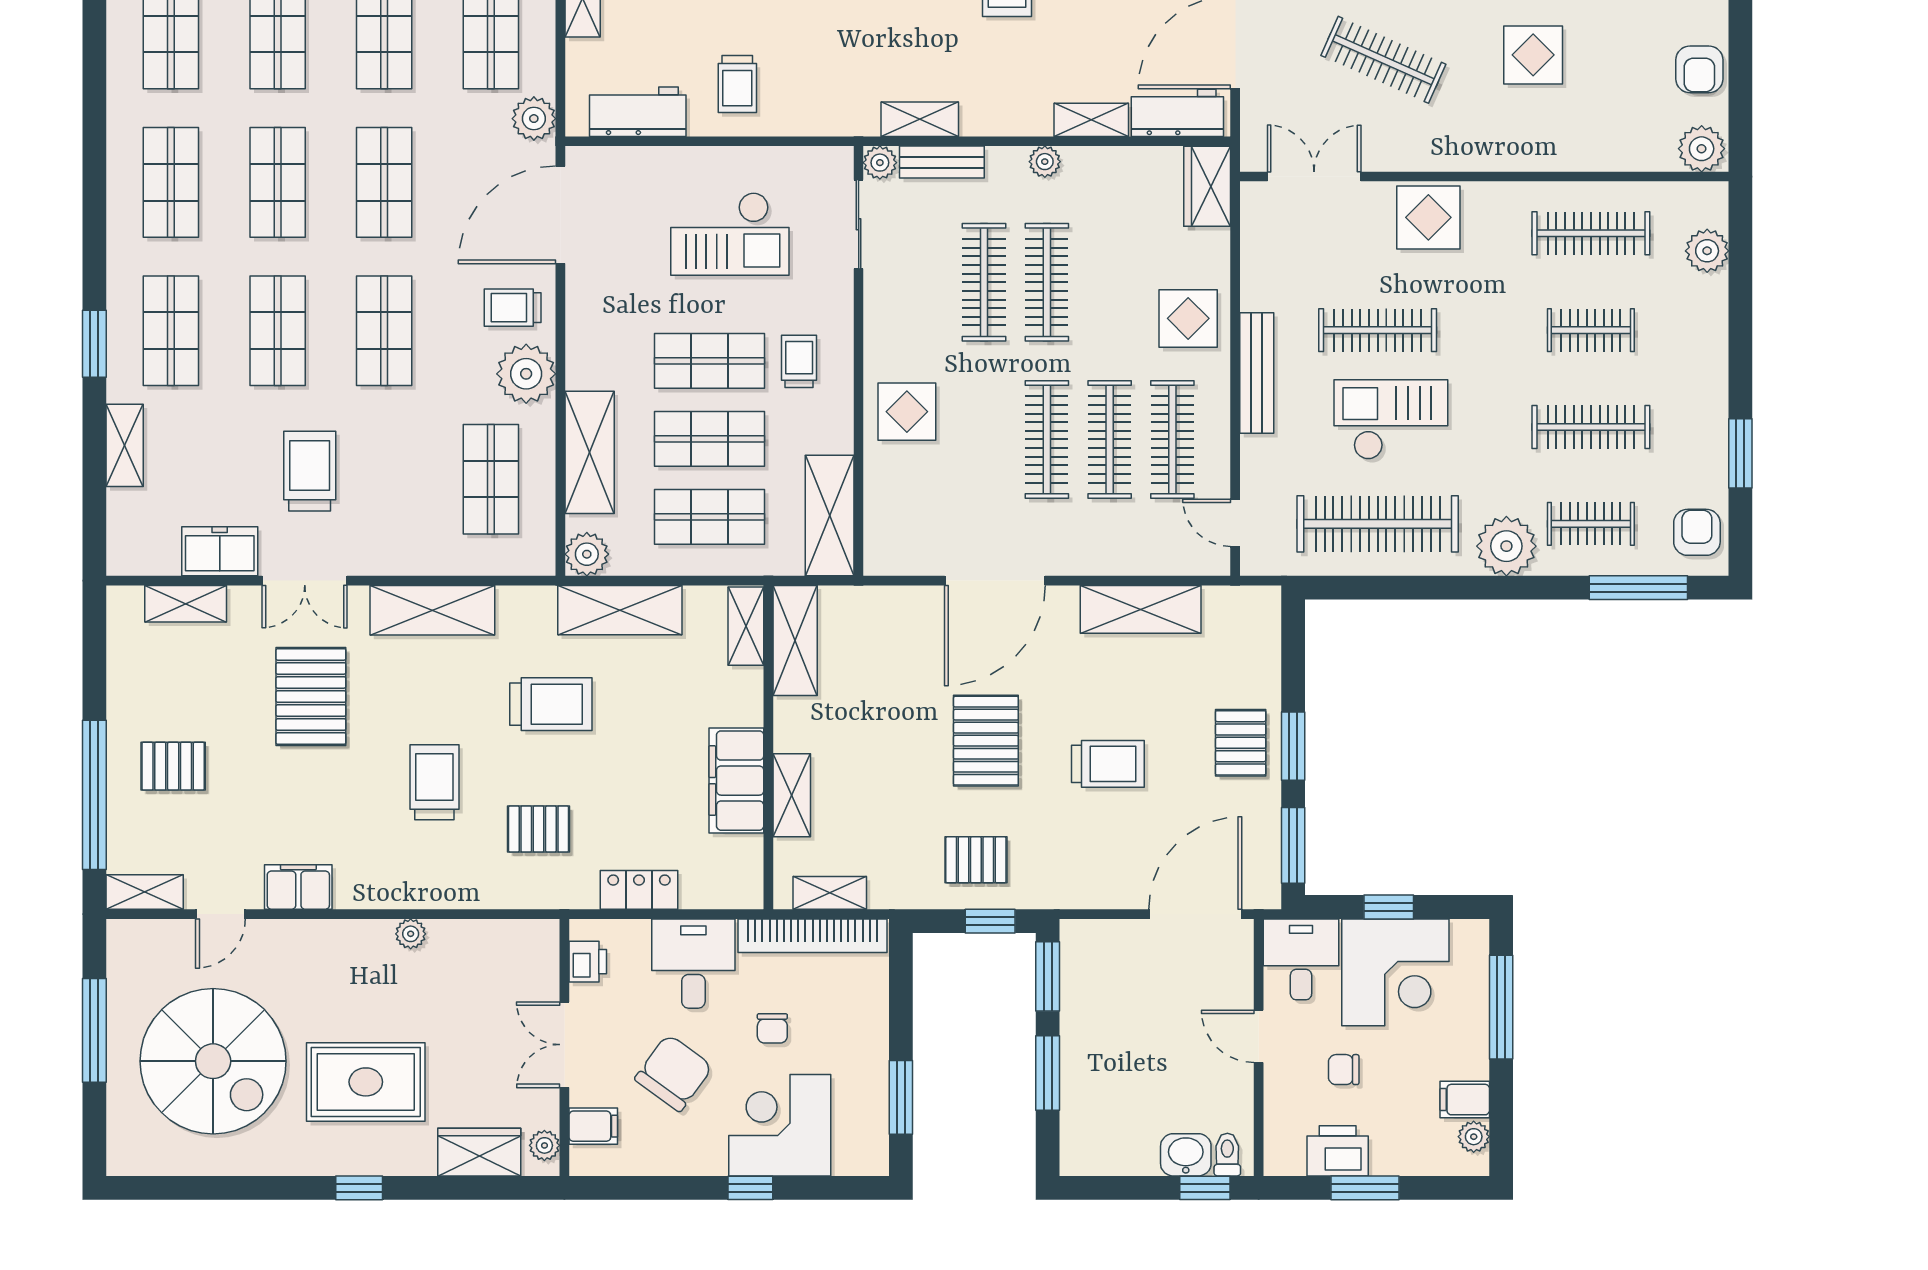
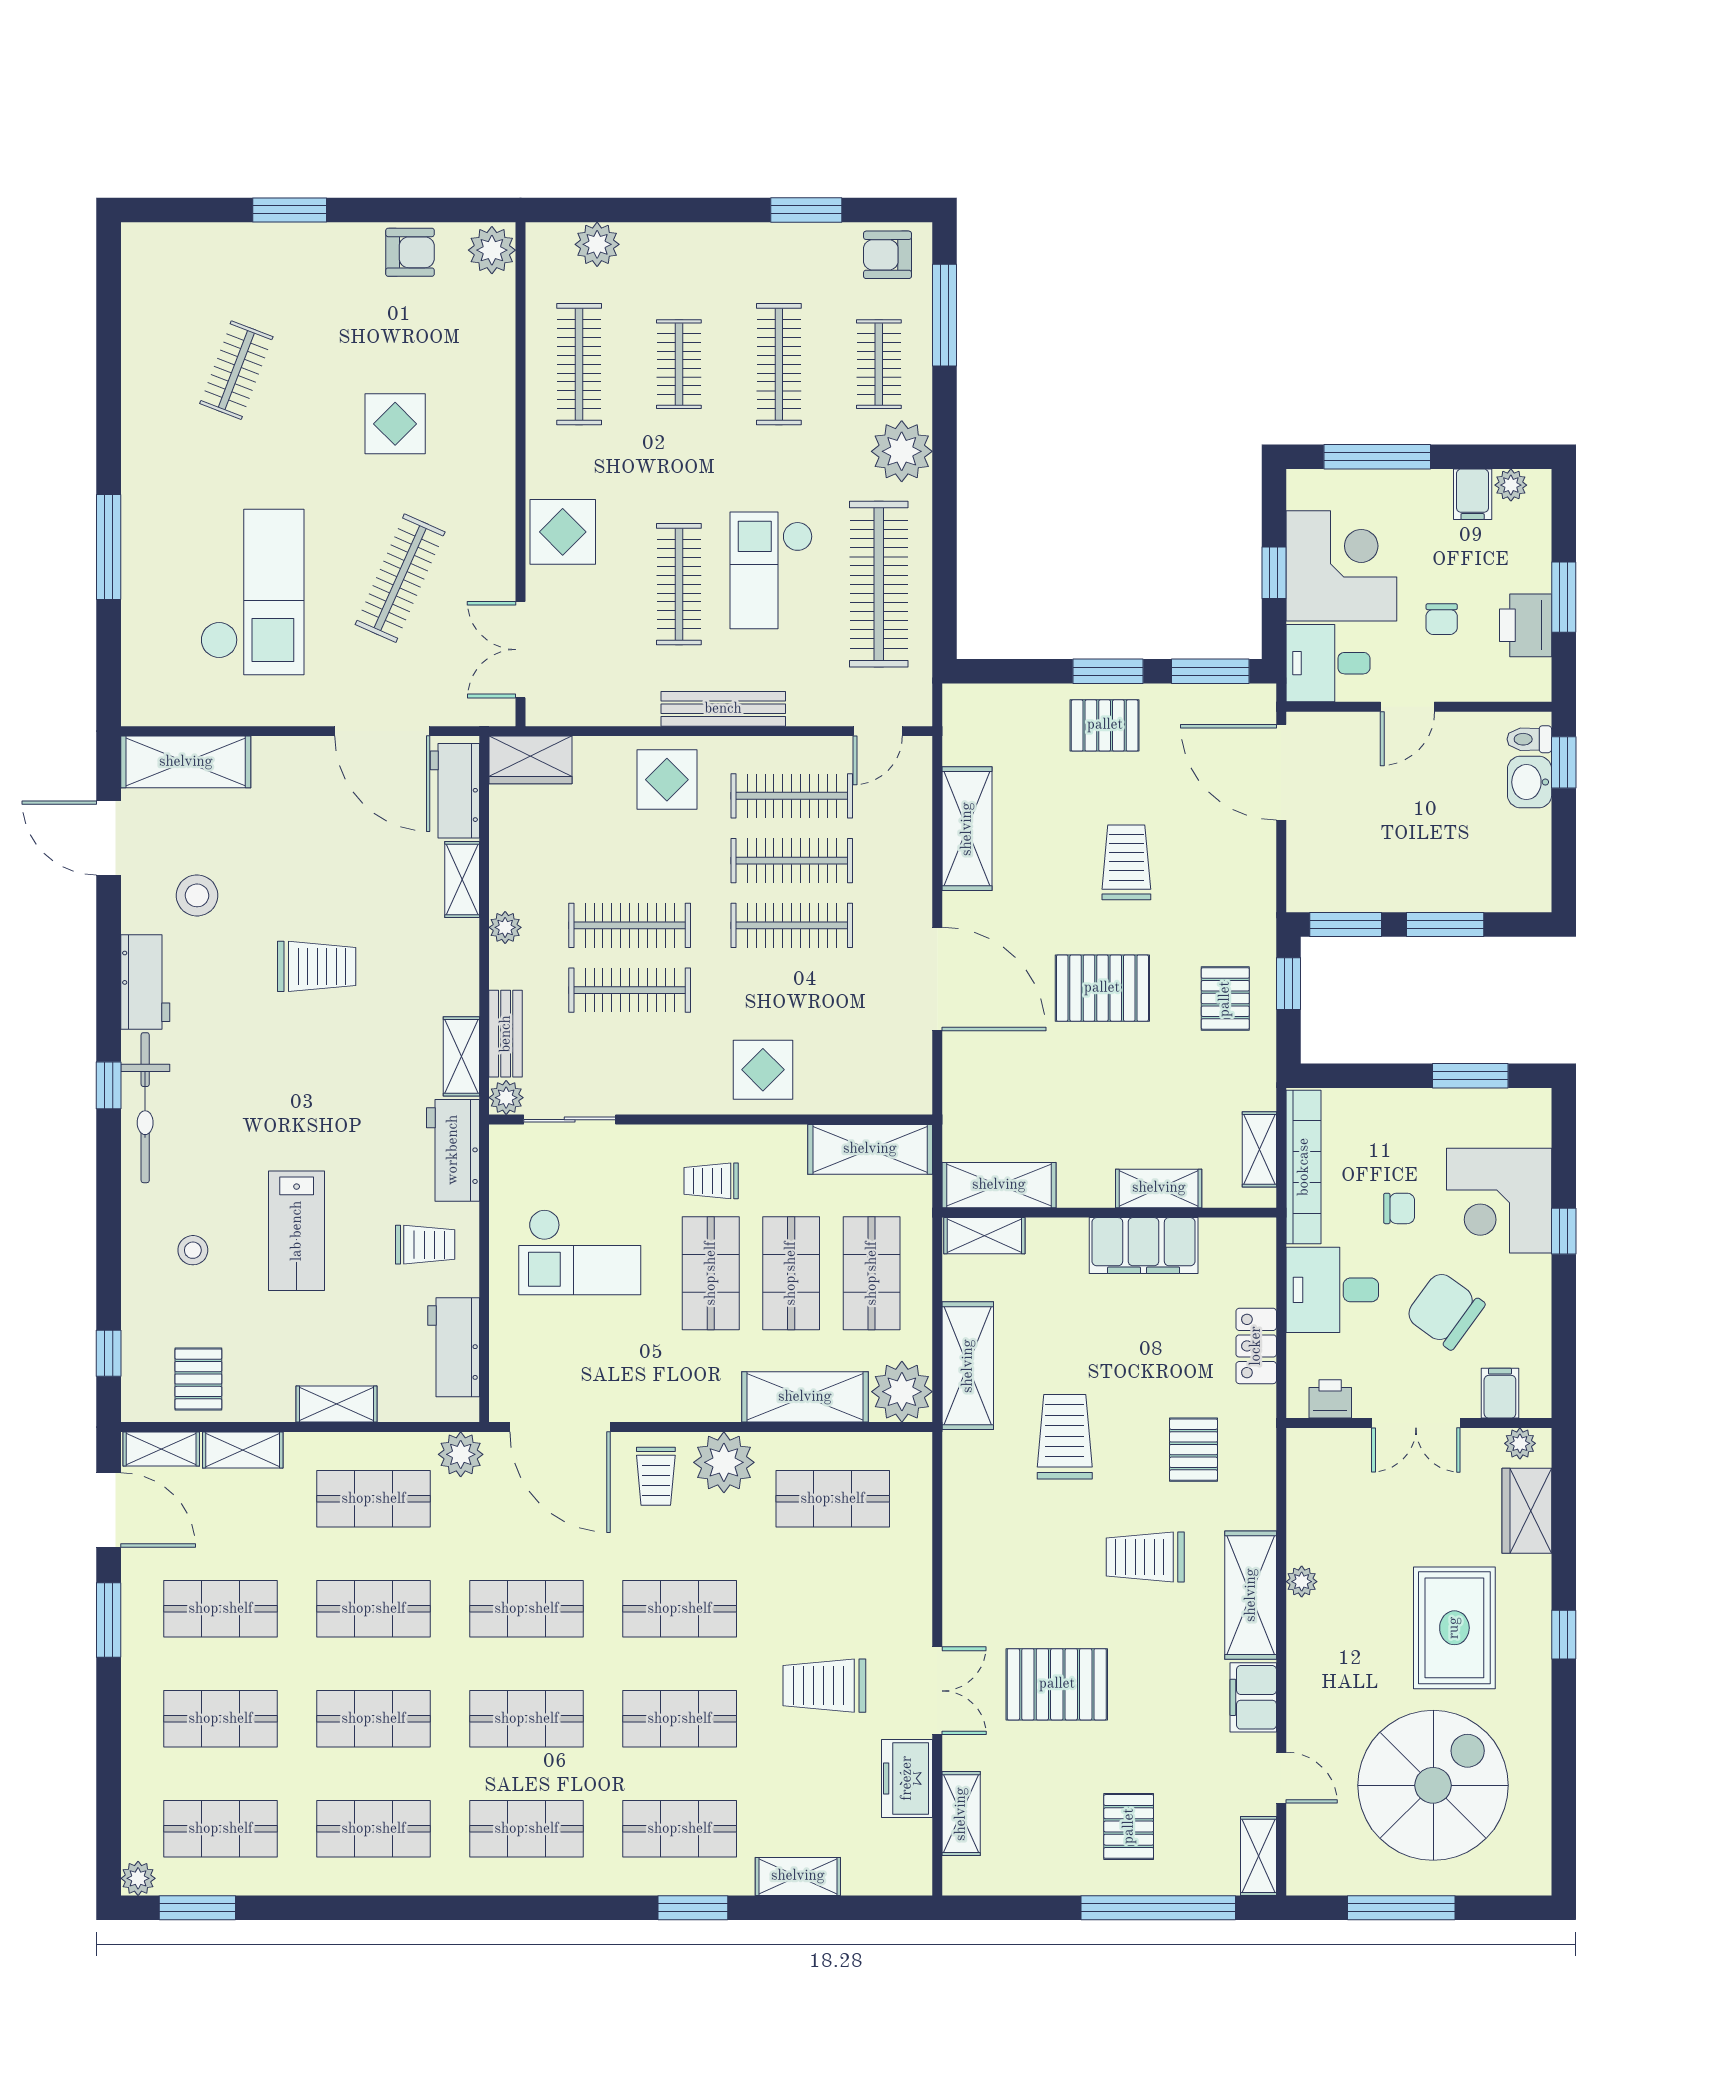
workbench: (829, 111) -> (453, 1150), added
checkout: (730, 234) -> (580, 1252), turned 90
plant: (587, 554) -> (902, 1392), width x1.36, depth x1.36
shelving: (432, 610) -> (1251, 1595), moved

